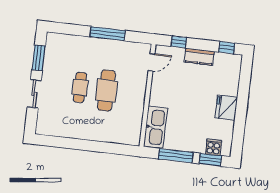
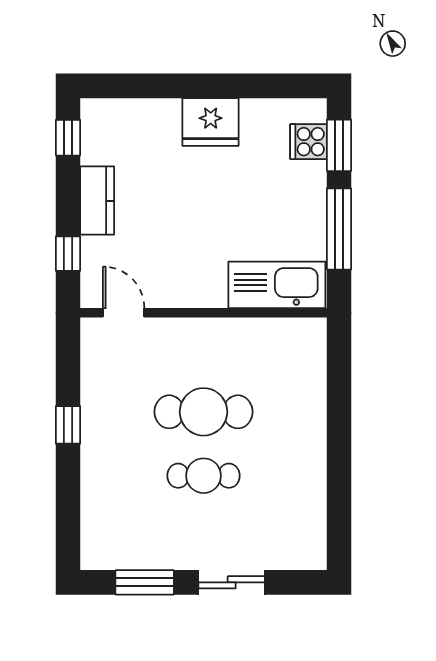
window: (108, 34) -> (68, 425), width x0.46

